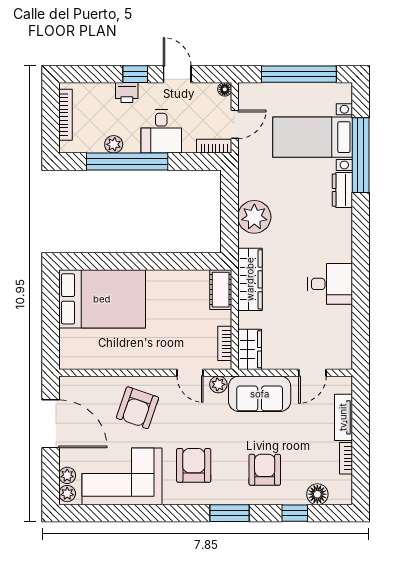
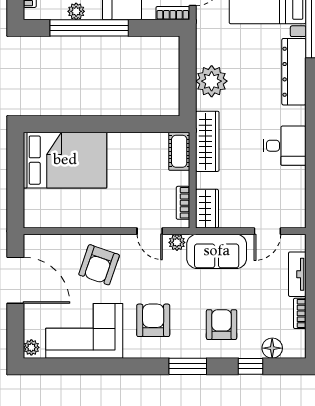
dresser: (342, 190) -> (294, 72), width x1.96, depth x1.24
plant: (67, 475) -> (31, 330), removed

